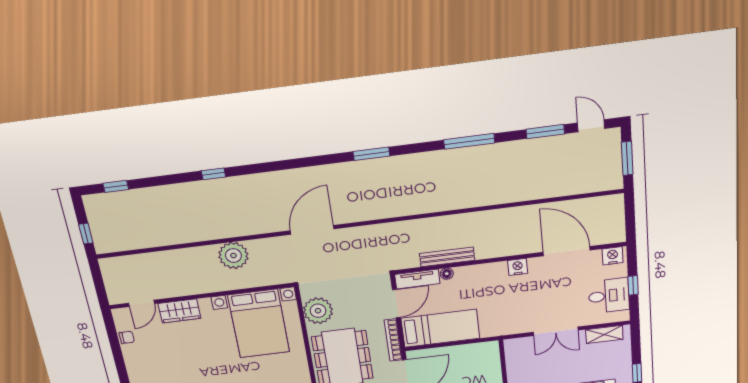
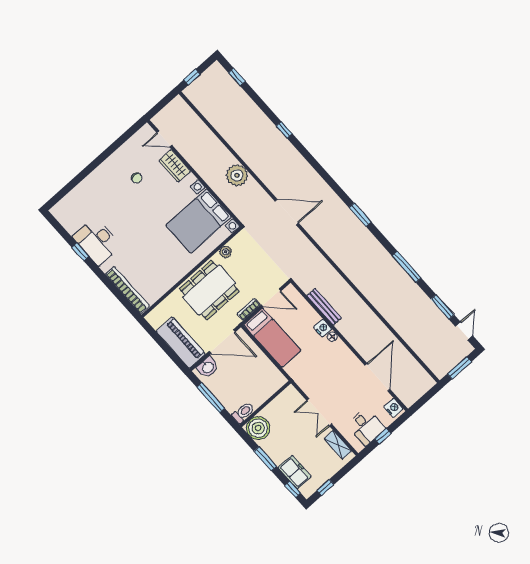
nightstand: (518, 267) -> (323, 328), moved
floor lamp: (447, 274) -> (332, 337), moved
tv unit: (417, 279) -> (297, 299), removed
plant: (318, 311) -> (226, 252), width x0.53, depth x0.53
chair: (127, 337) -> (137, 178), moved
bookcase: (393, 340) -> (249, 309), width x0.64

